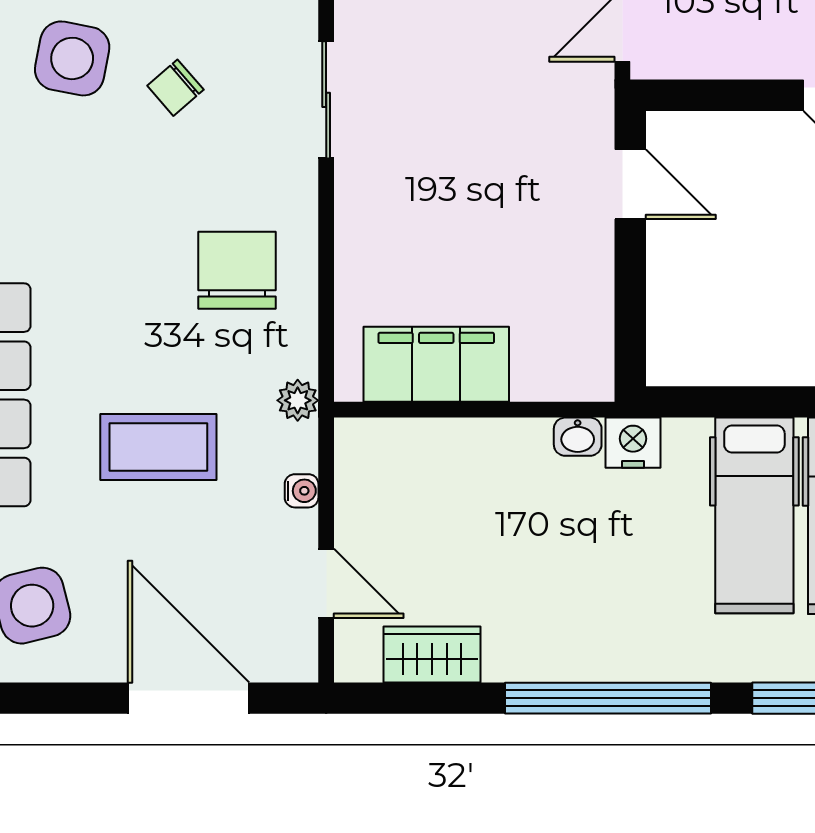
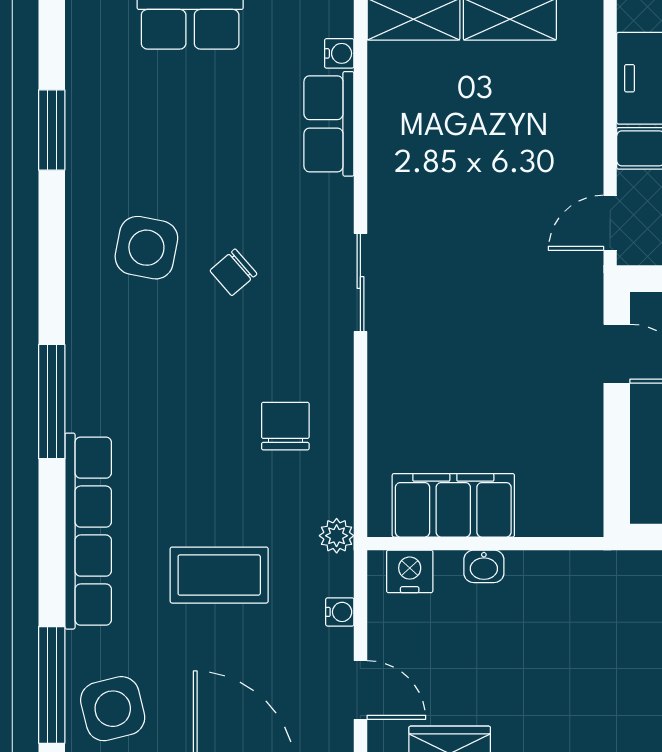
chair: (237, 270) -> (285, 426), width x0.73, depth x0.73
washbasin: (578, 437) -> (484, 566), moved
nightstand: (633, 443) -> (410, 571), moved

